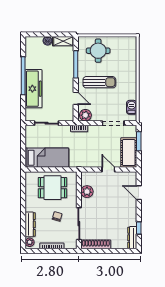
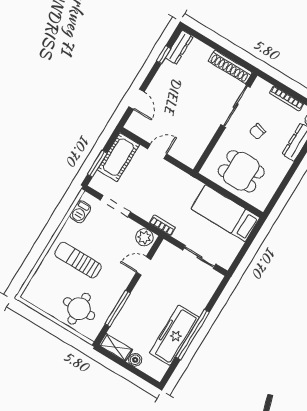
sun lounger: (99, 82) -> (78, 260), moved
freezer: (34, 89) -> (174, 335), moved
door: (76, 98) -> (144, 266), hinge flipped
door: (108, 170) -> (157, 151), swing flipped
plant: (87, 192) -> (201, 140), removed

